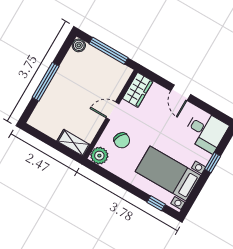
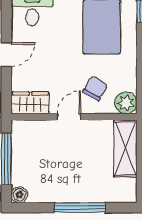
door: (113, 111) -> (69, 117), swing flipped
shelving: (74, 143) -> (125, 148), width x1.50, depth x1.33

